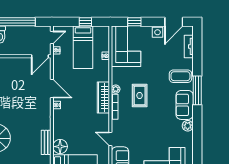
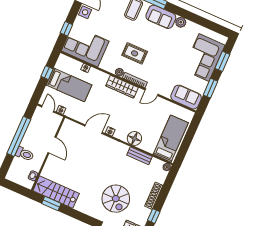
door: (40, 56) -> (52, 145), moved
door: (110, 139) -> (152, 92), moved
floor lamp: (60, 147) -> (134, 138), moved

